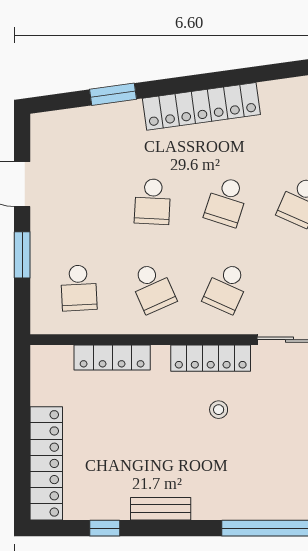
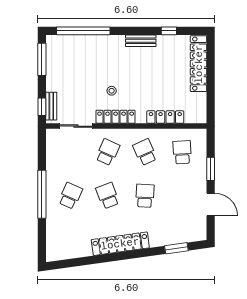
window: (113, 94) -> (176, 248), moved
school desk: (226, 202) -> (108, 196), turned -39

